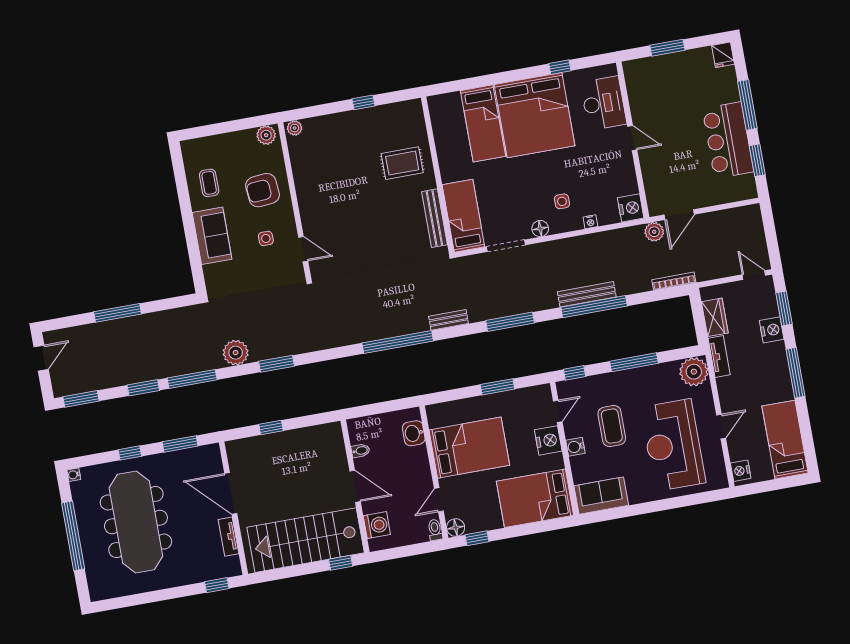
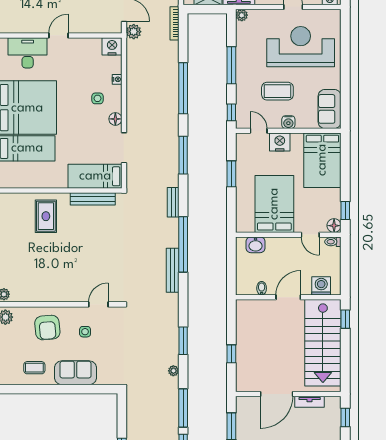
bench: (587, 294) -> (173, 270), moved
plant: (236, 353) -> (173, 371), width x0.53, depth x0.53
plant: (694, 372) -> (242, 15), width x0.53, depth x0.53
reception desk: (673, 445) -> (301, 47), turned 180

